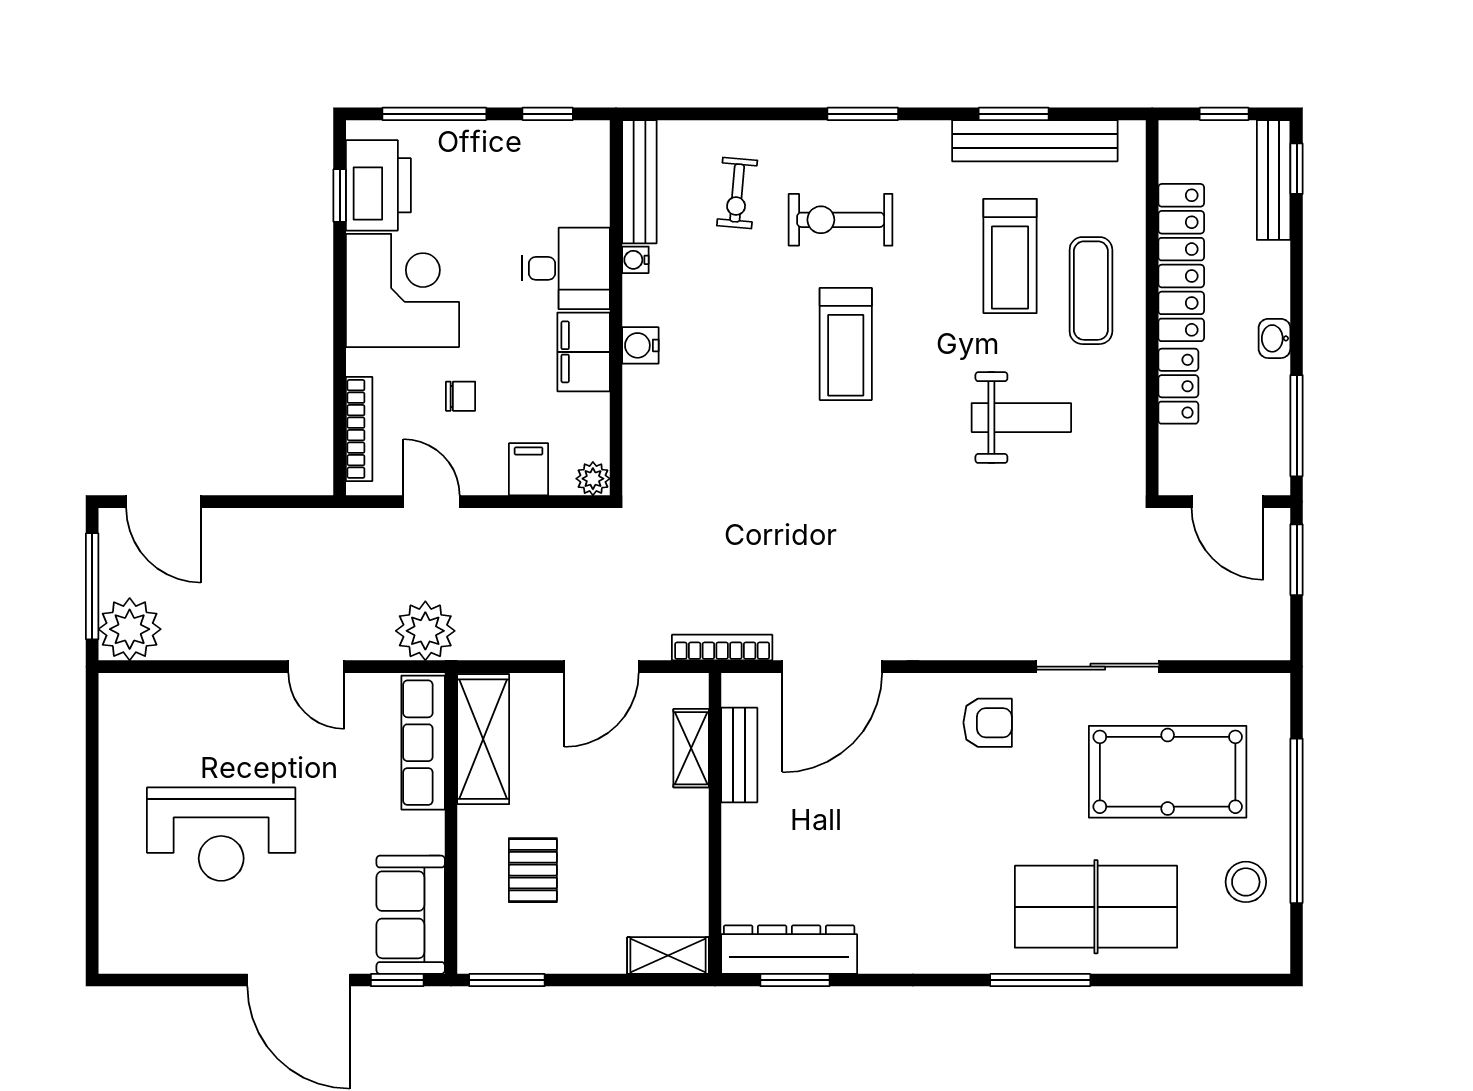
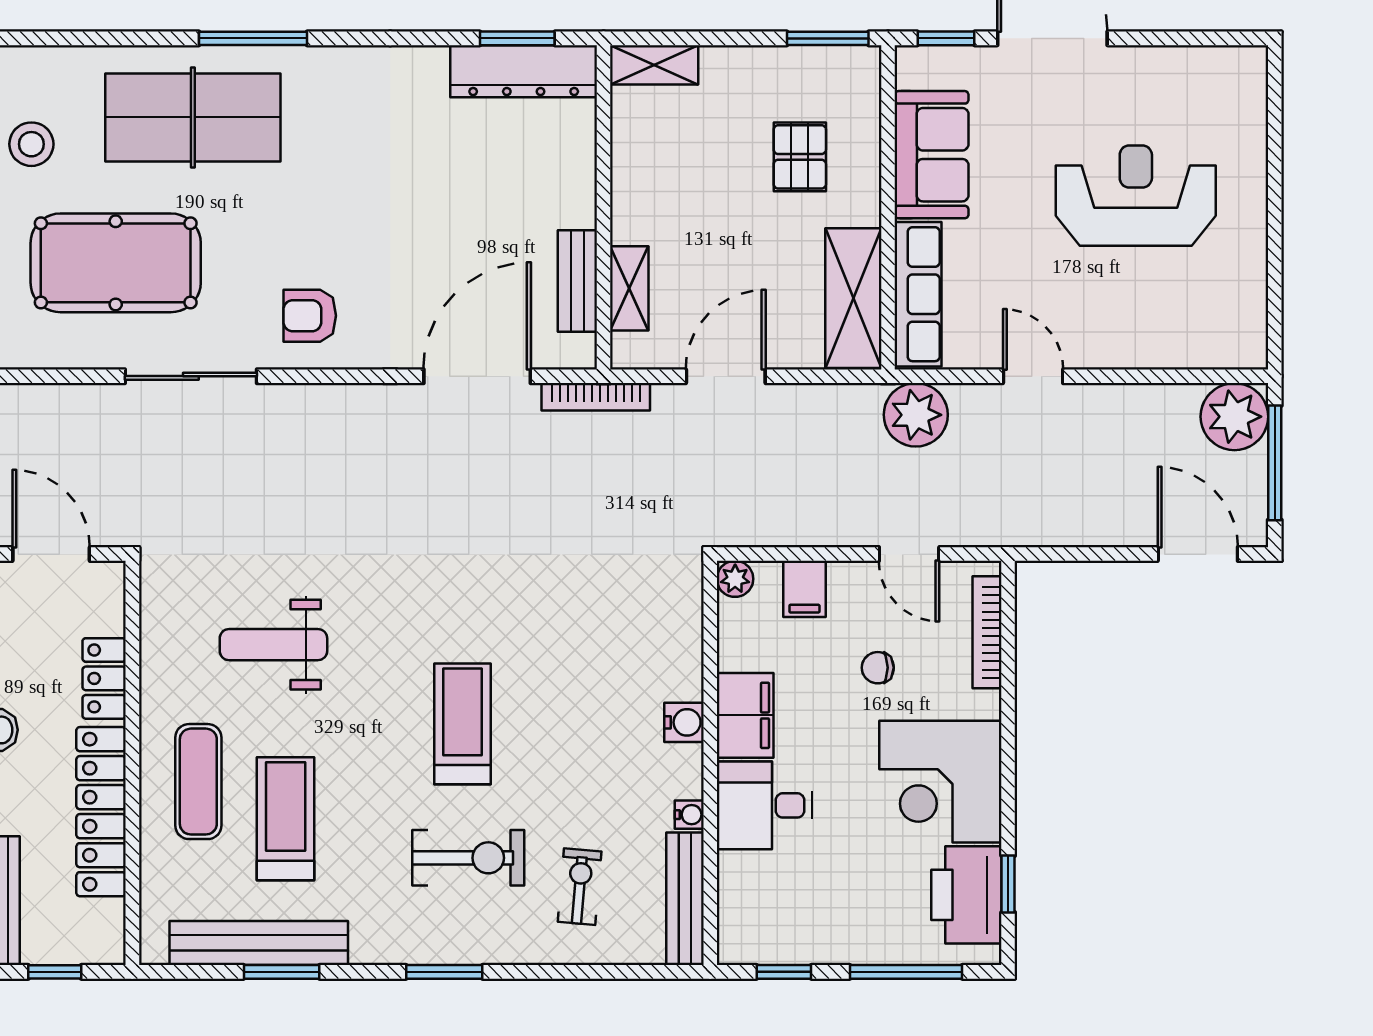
sofa: (411, 915) -> (932, 155), moved

